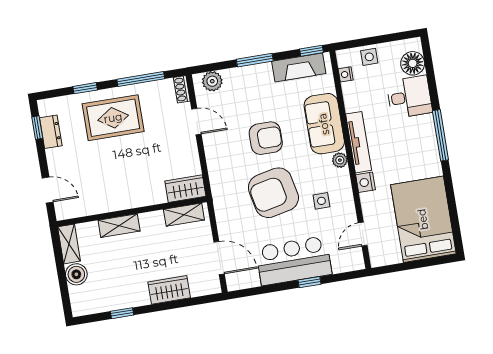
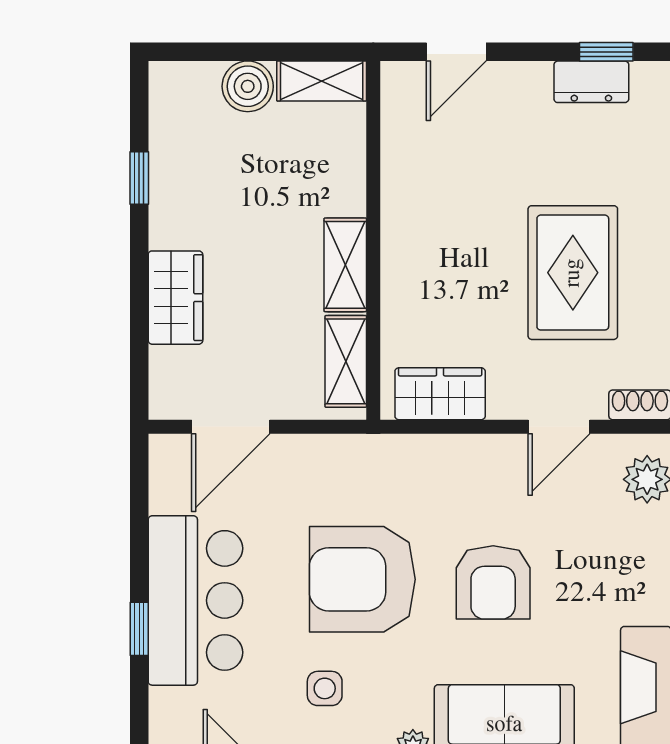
rug: (113, 118) -> (573, 273), moved
wardrobe: (185, 189) -> (440, 394), moved, turned -90
armchair: (273, 193) -> (362, 579), turned -78
shelving: (119, 226) -> (345, 265), moved

